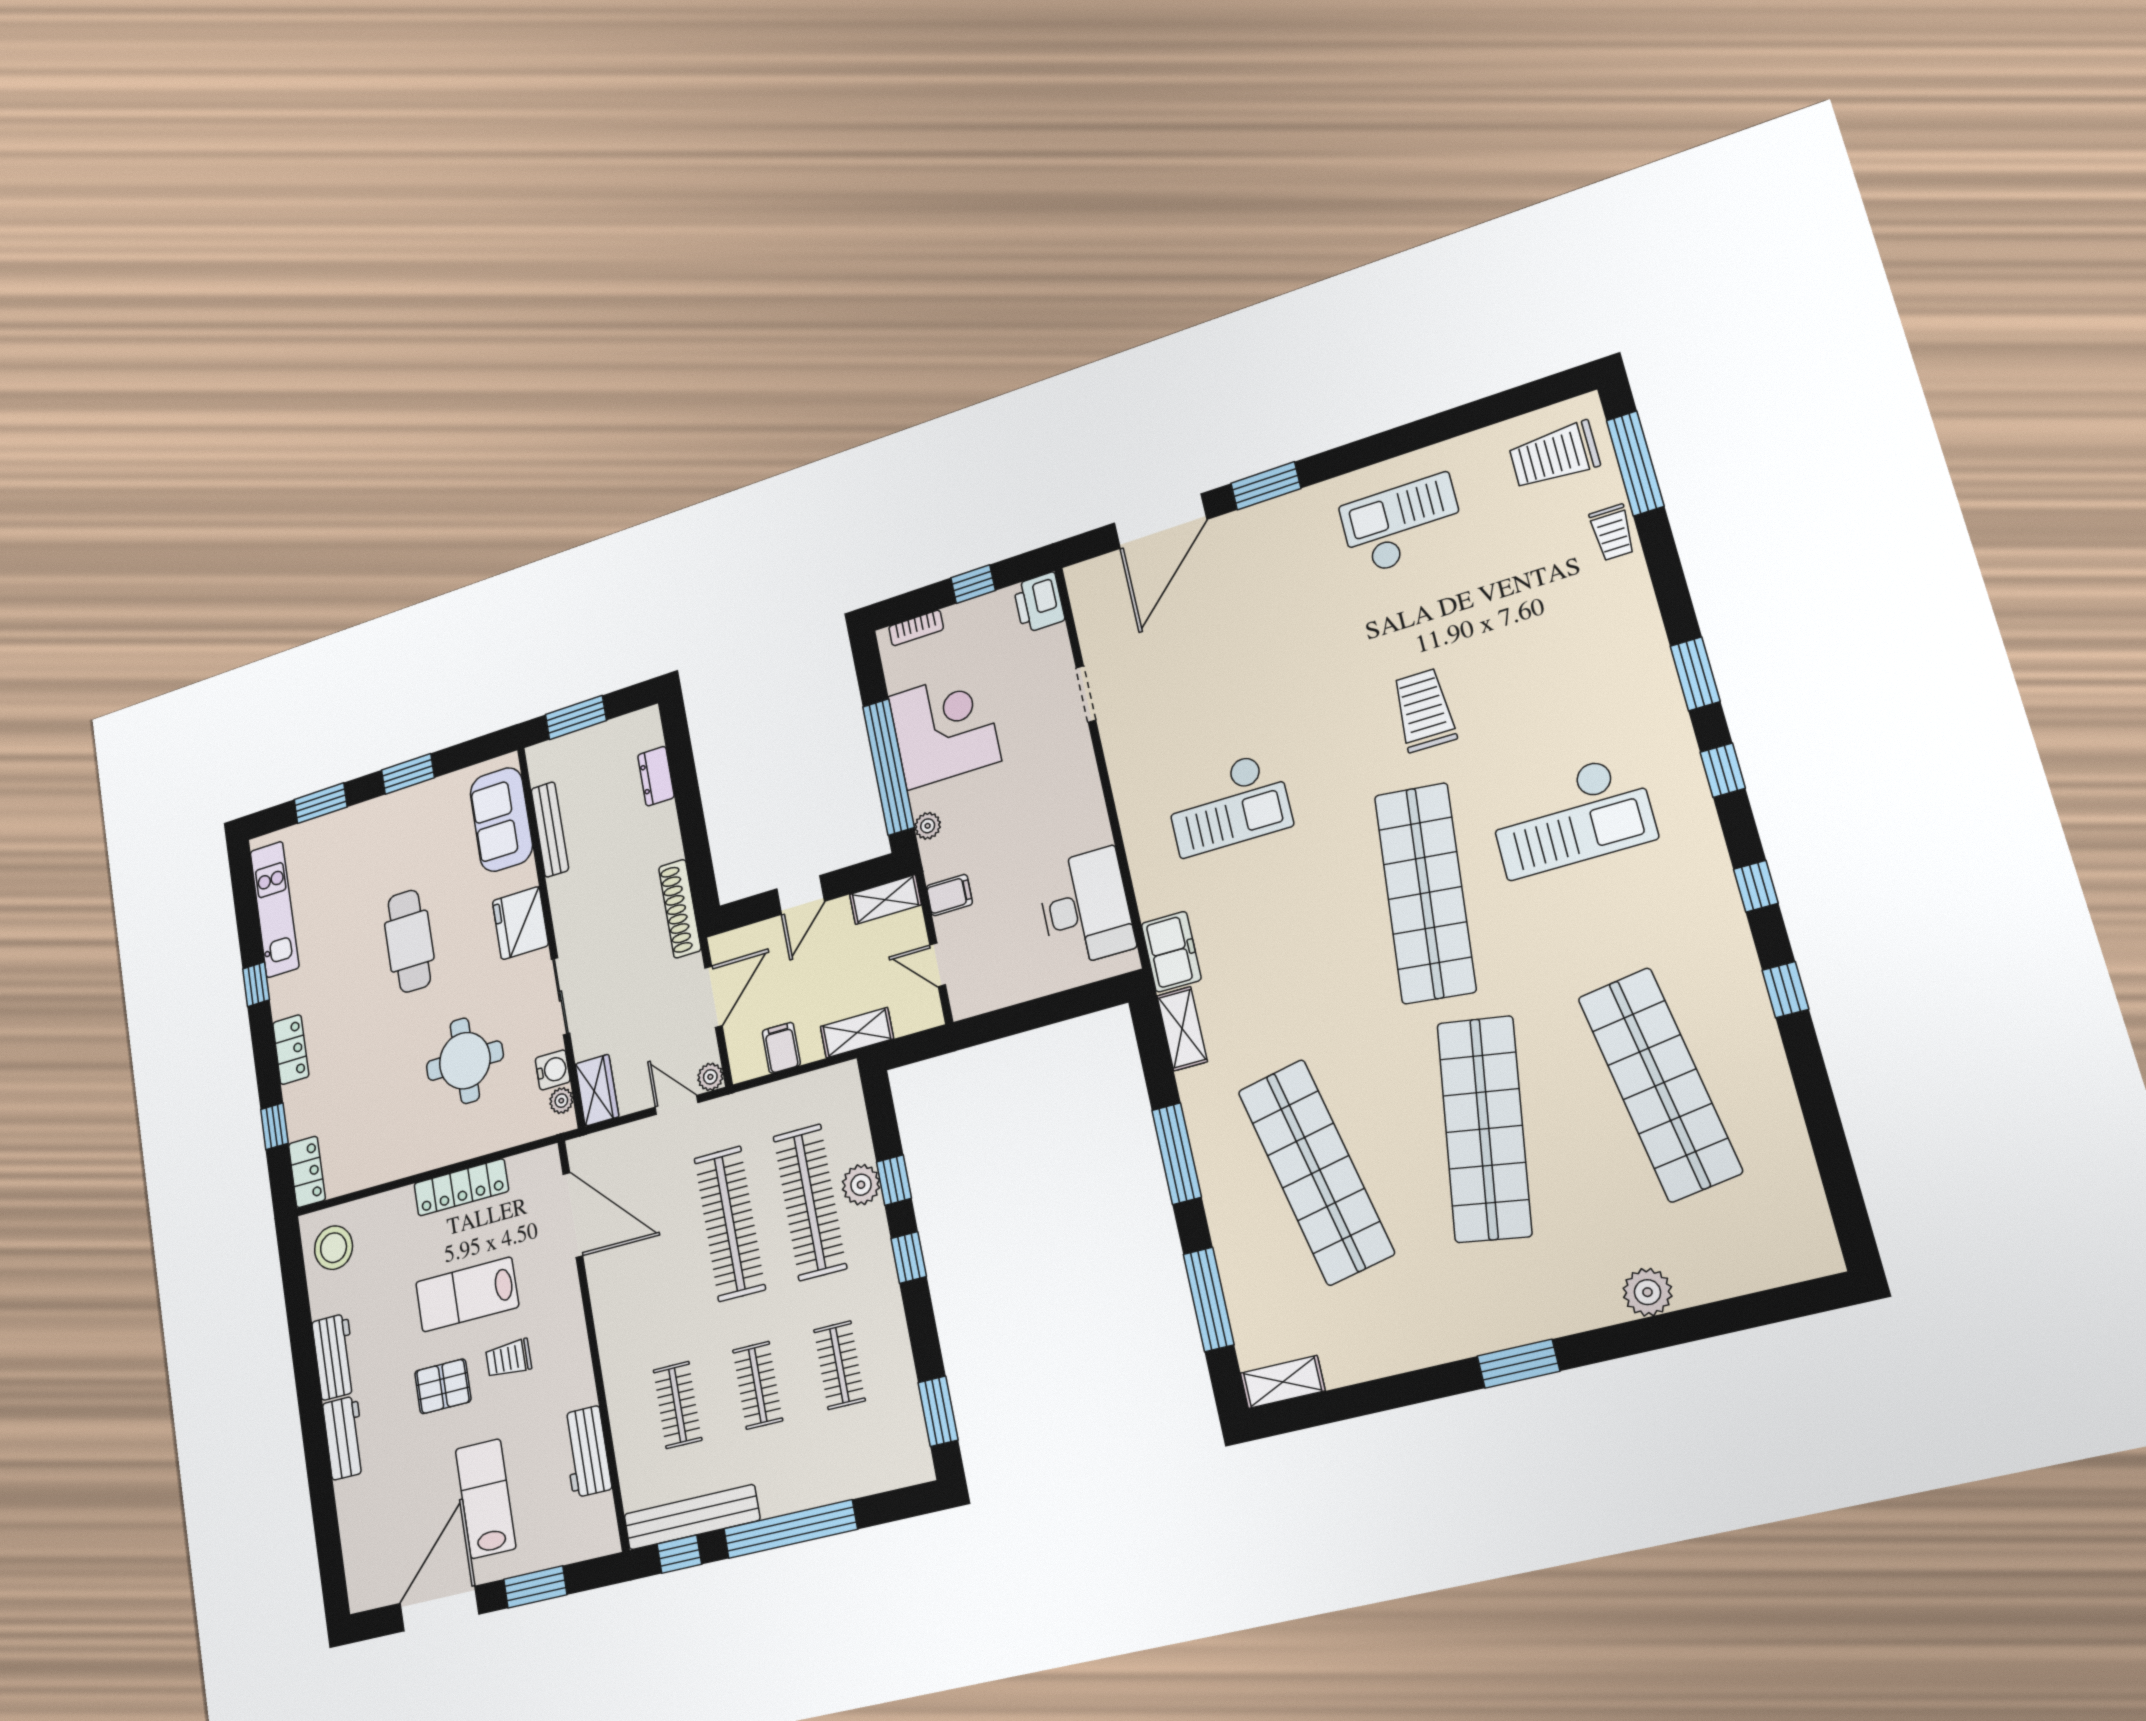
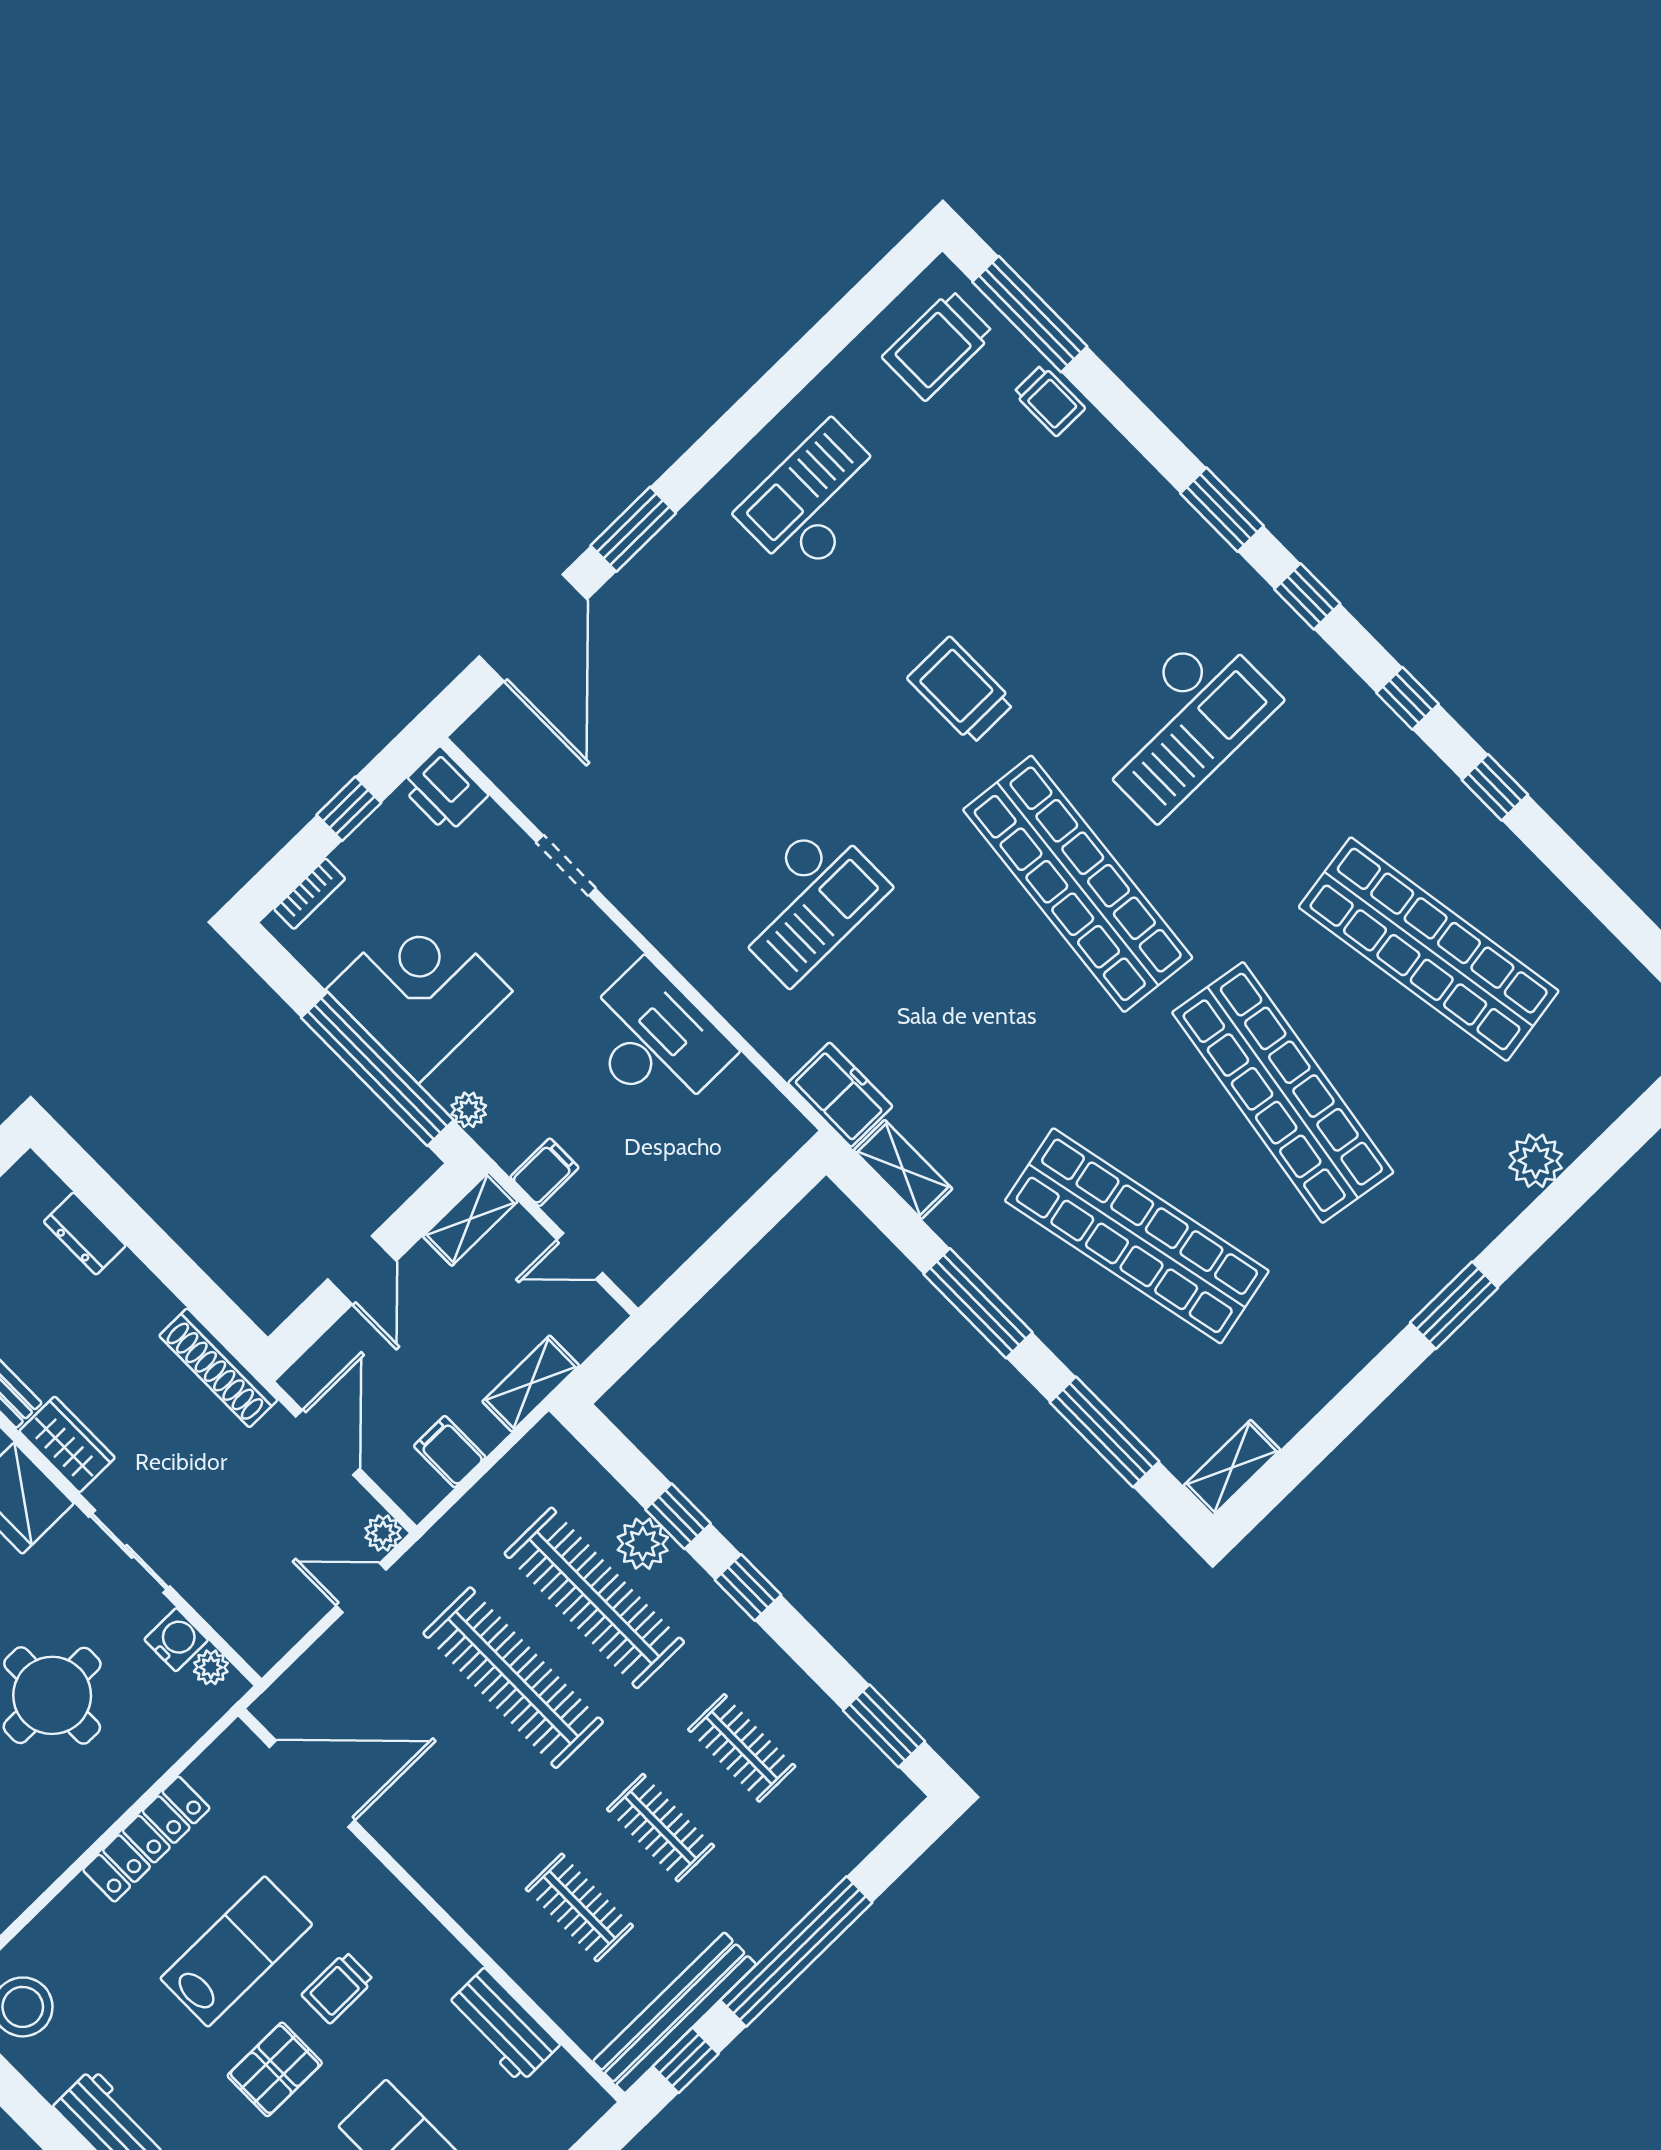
desk: (1085, 908) -> (654, 1040), moved
wardrobe: (597, 1090) -> (67, 1444), moved
lab bench: (467, 1295) -> (236, 1951), turned 180

